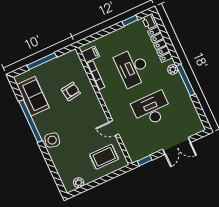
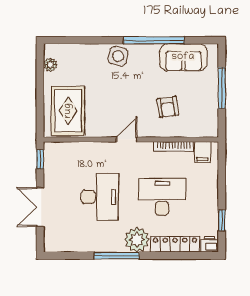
plant: (173, 69) -> (137, 240), width x1.88, depth x1.88
door: (114, 128) -> (127, 139), moved
rug: (104, 157) -> (68, 111), width x1.36, depth x1.43

